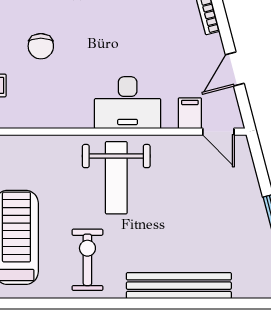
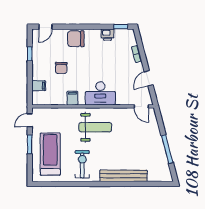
filing cabinet: (190, 113) -> (72, 98), moved
weight bench: (116, 178) -> (95, 127), turned -90

